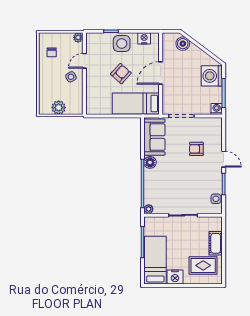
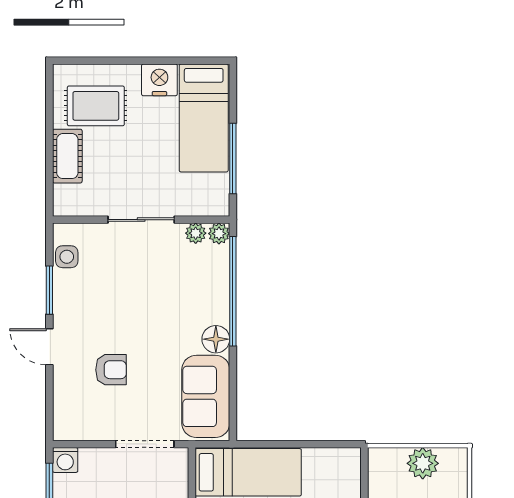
plant: (159, 209) -> (196, 233), added

